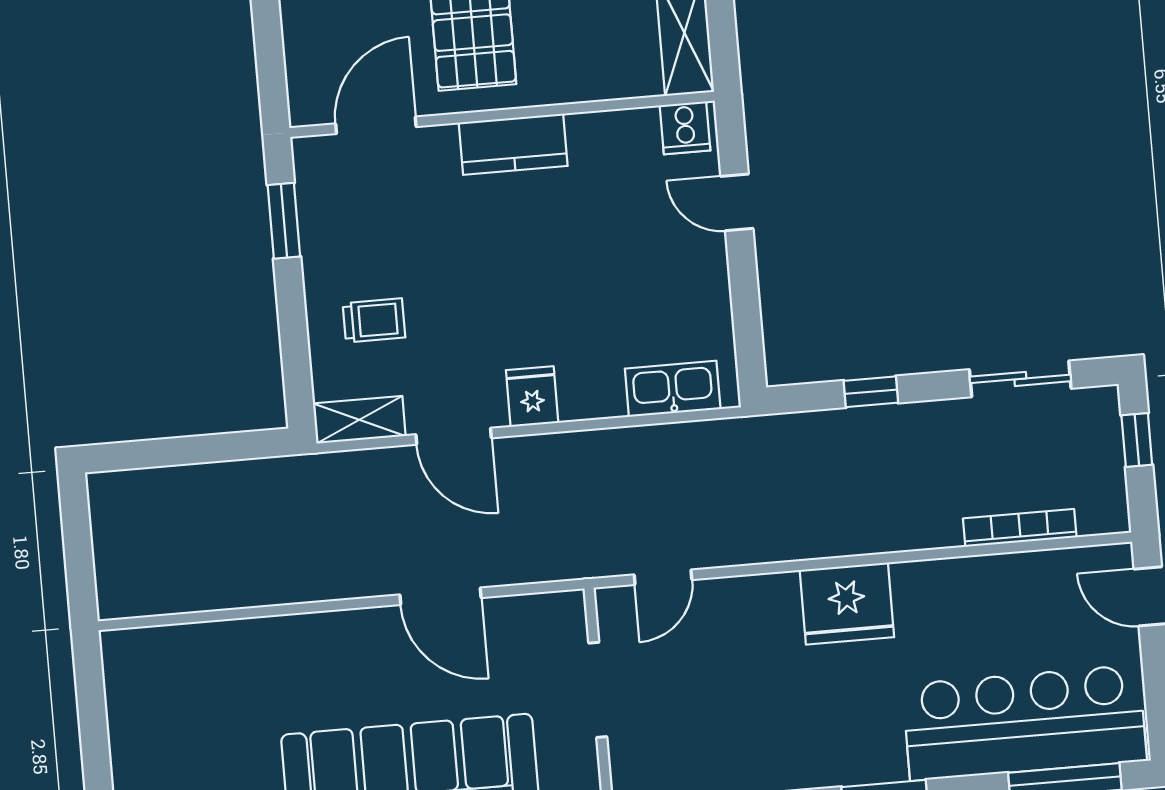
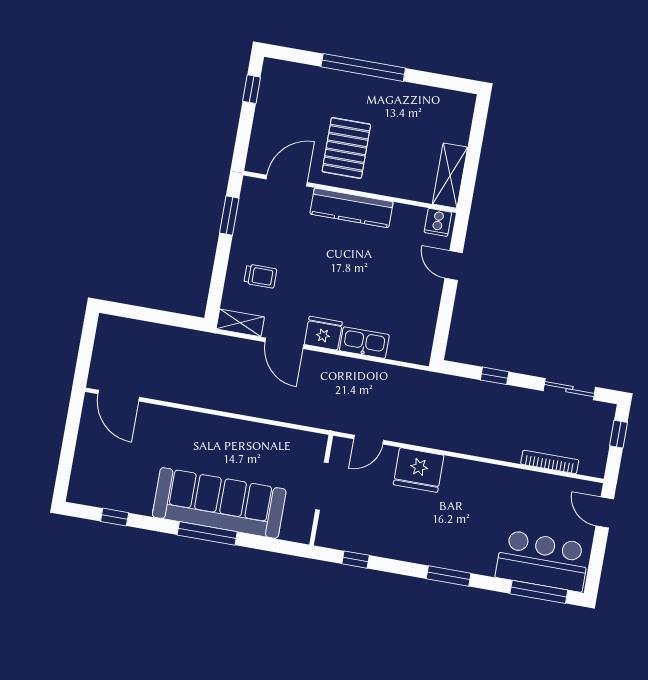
kitchen counter: (513, 144) -> (352, 208), width x1.50
kitchen sink: (673, 389) -> (364, 343), moved
fridge: (532, 397) -> (323, 333), width x1.38
door: (441, 596) -> (119, 396), moved
fridge: (847, 604) -> (419, 470), moved
bar counter: (1025, 723) -> (542, 561), width x0.73

